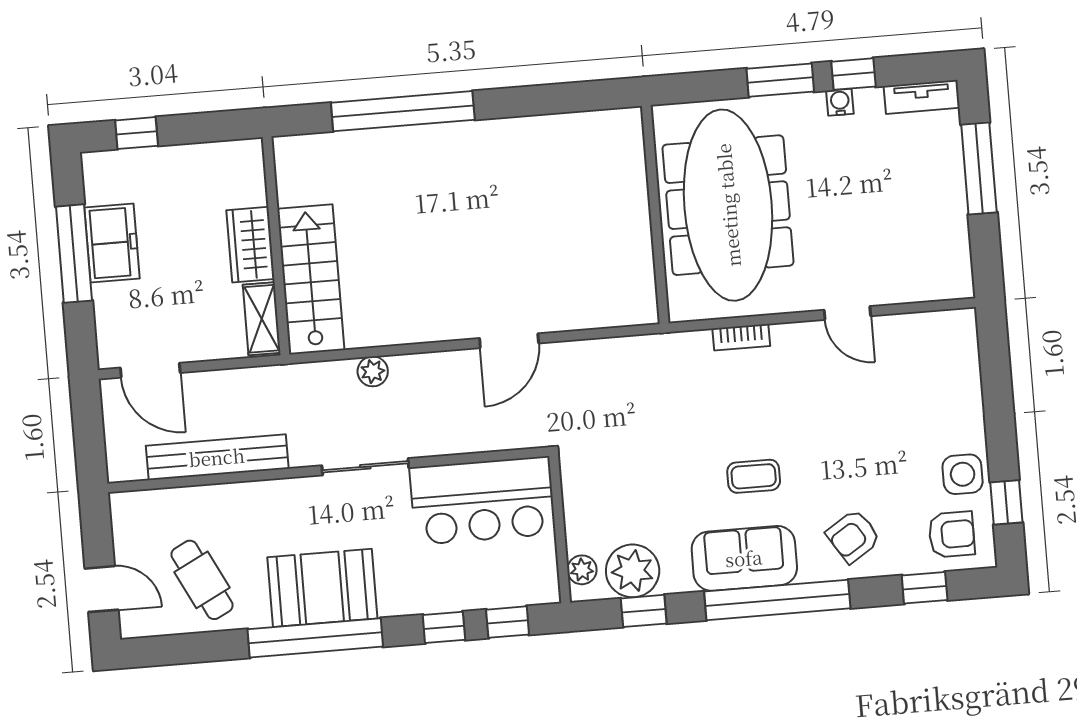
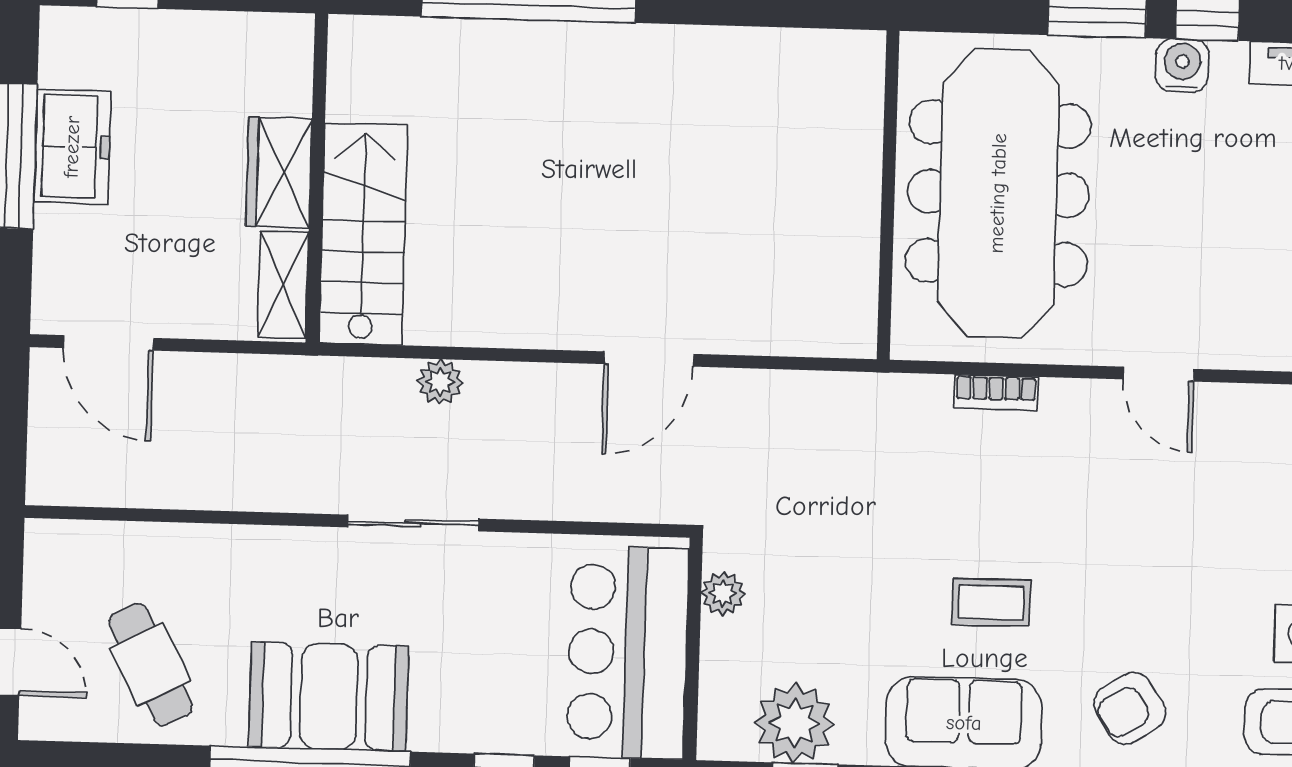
water cooler: (840, 102) -> (1182, 66), width x1.38, depth x1.38
bench: (217, 457) -> (194, 484), removed
bar counter: (483, 501) -> (628, 652), moved, turned 90
plant: (582, 570) -> (723, 593), moved

